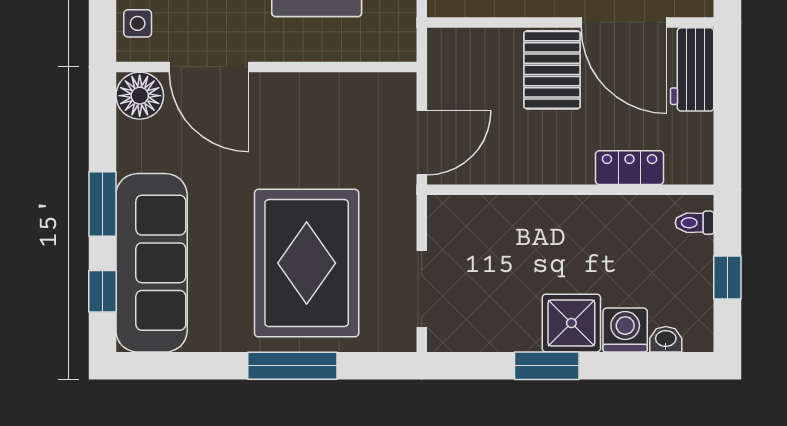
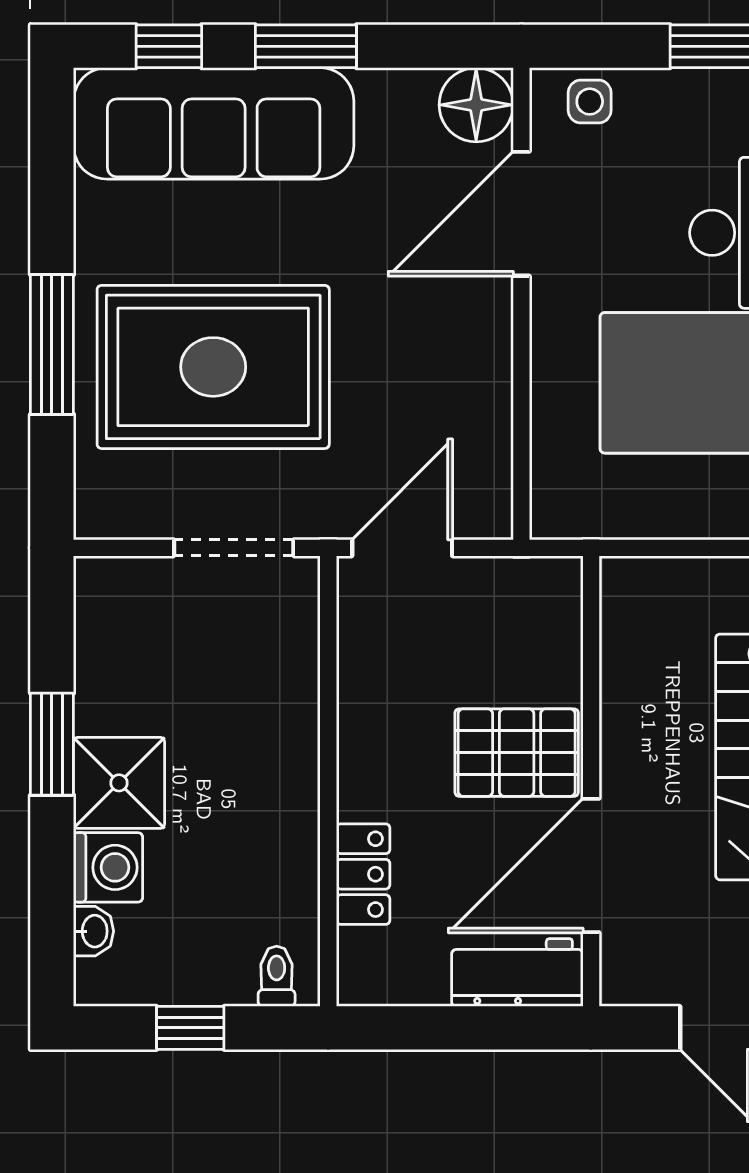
door: (422, 143) -> (402, 548), swing flipped
doorway: (422, 289) -> (234, 548), moved

